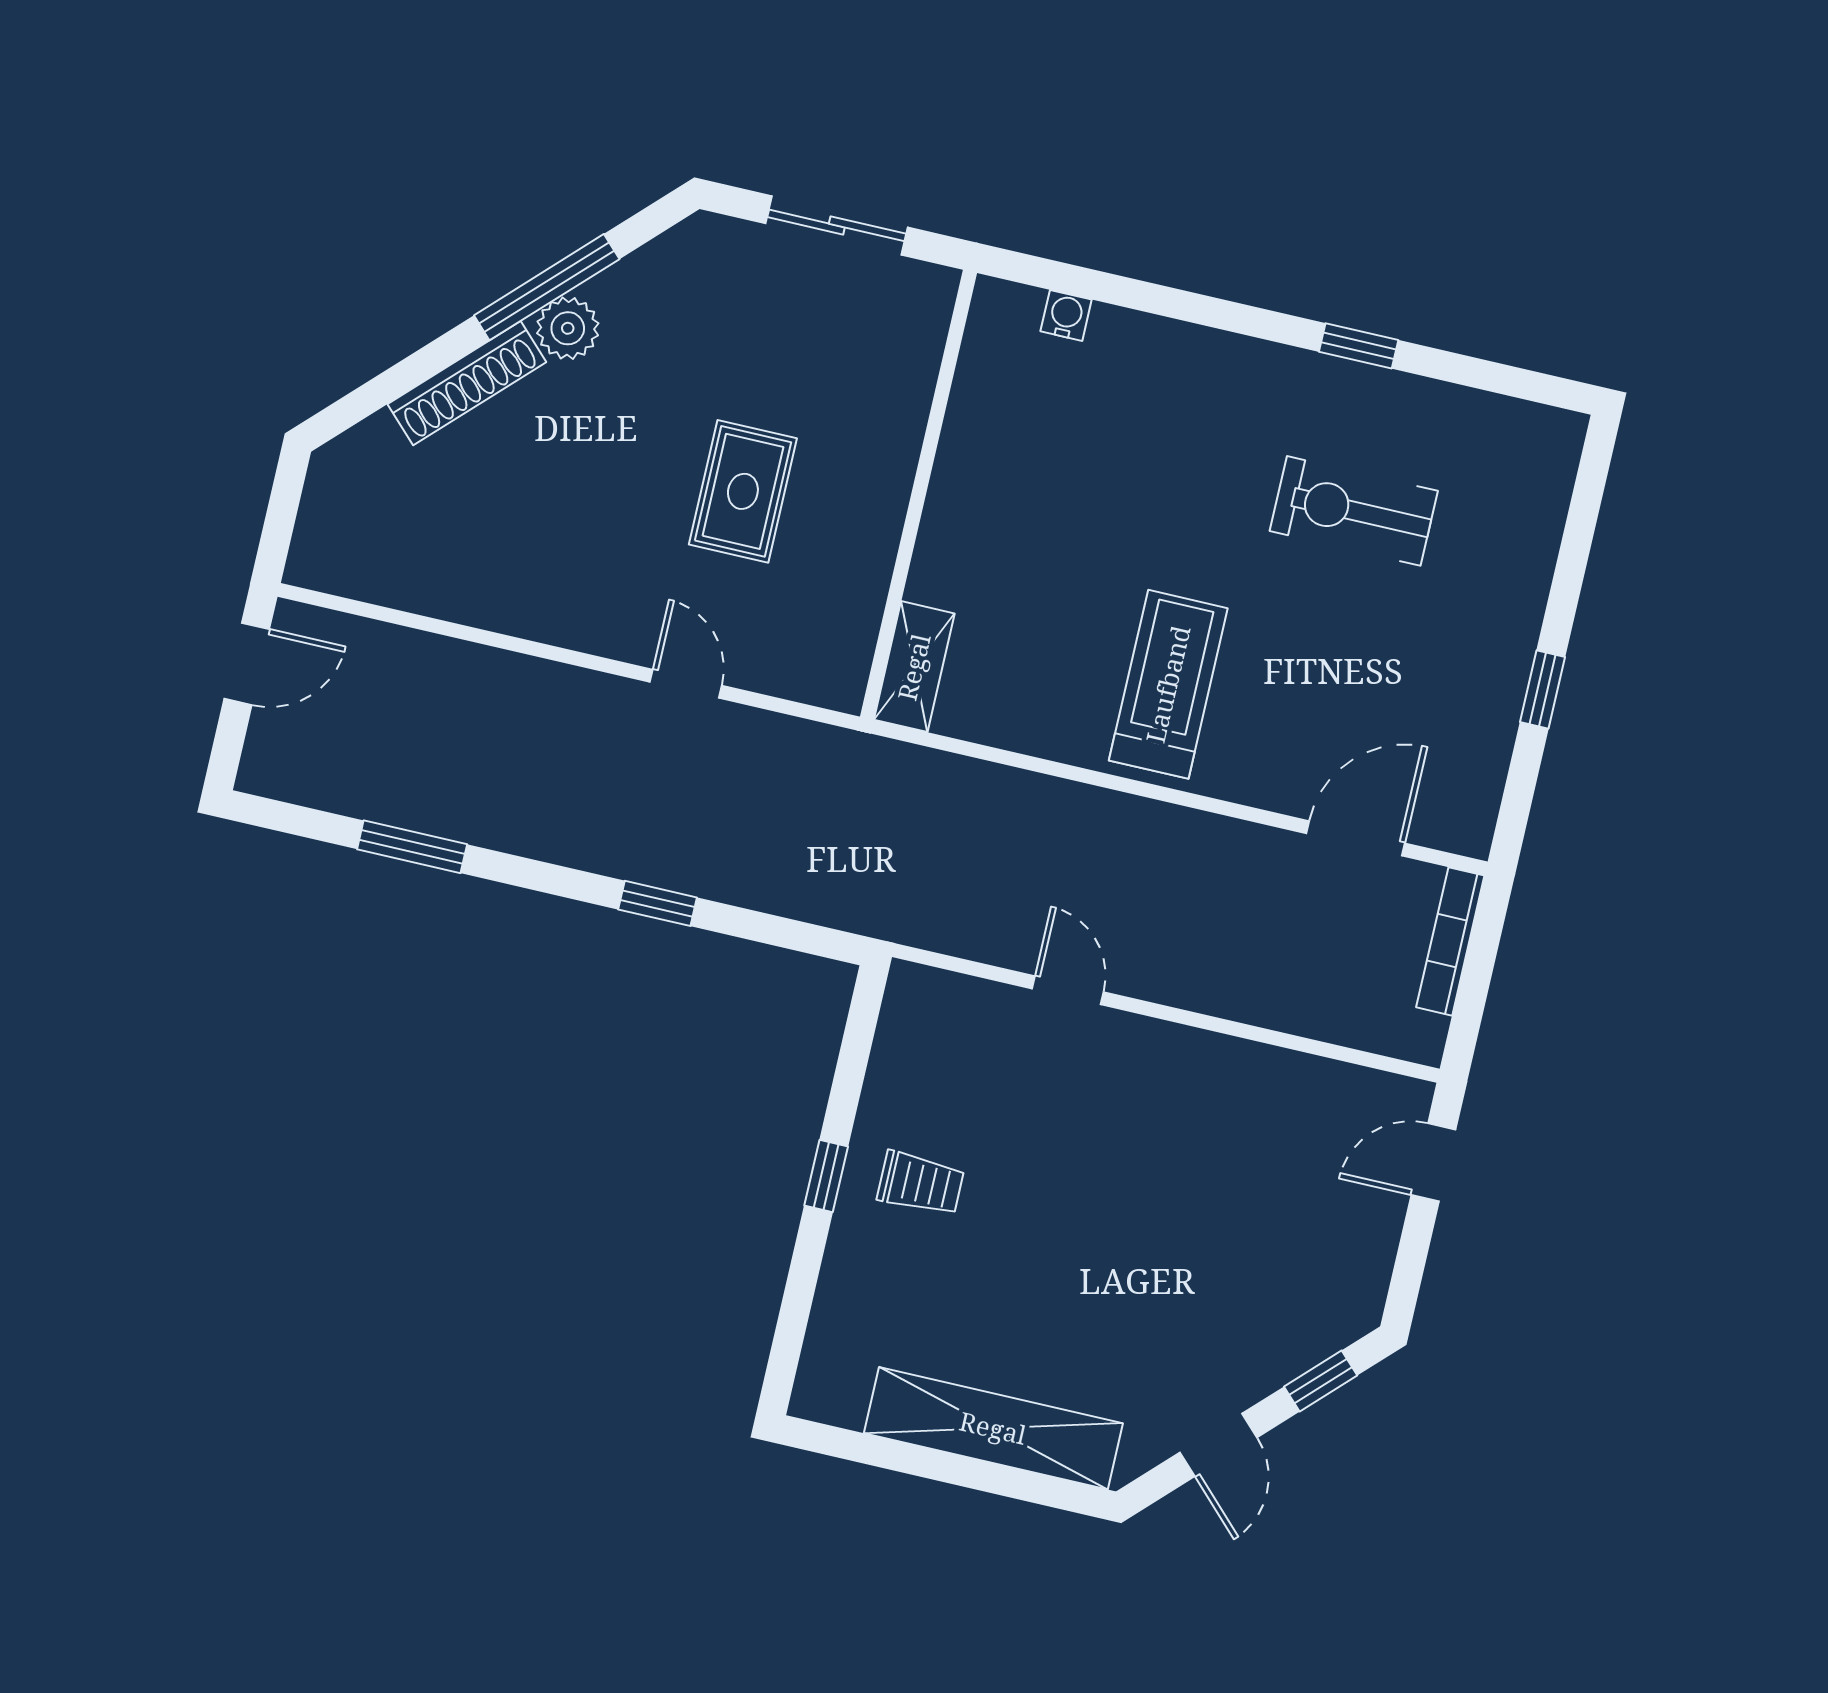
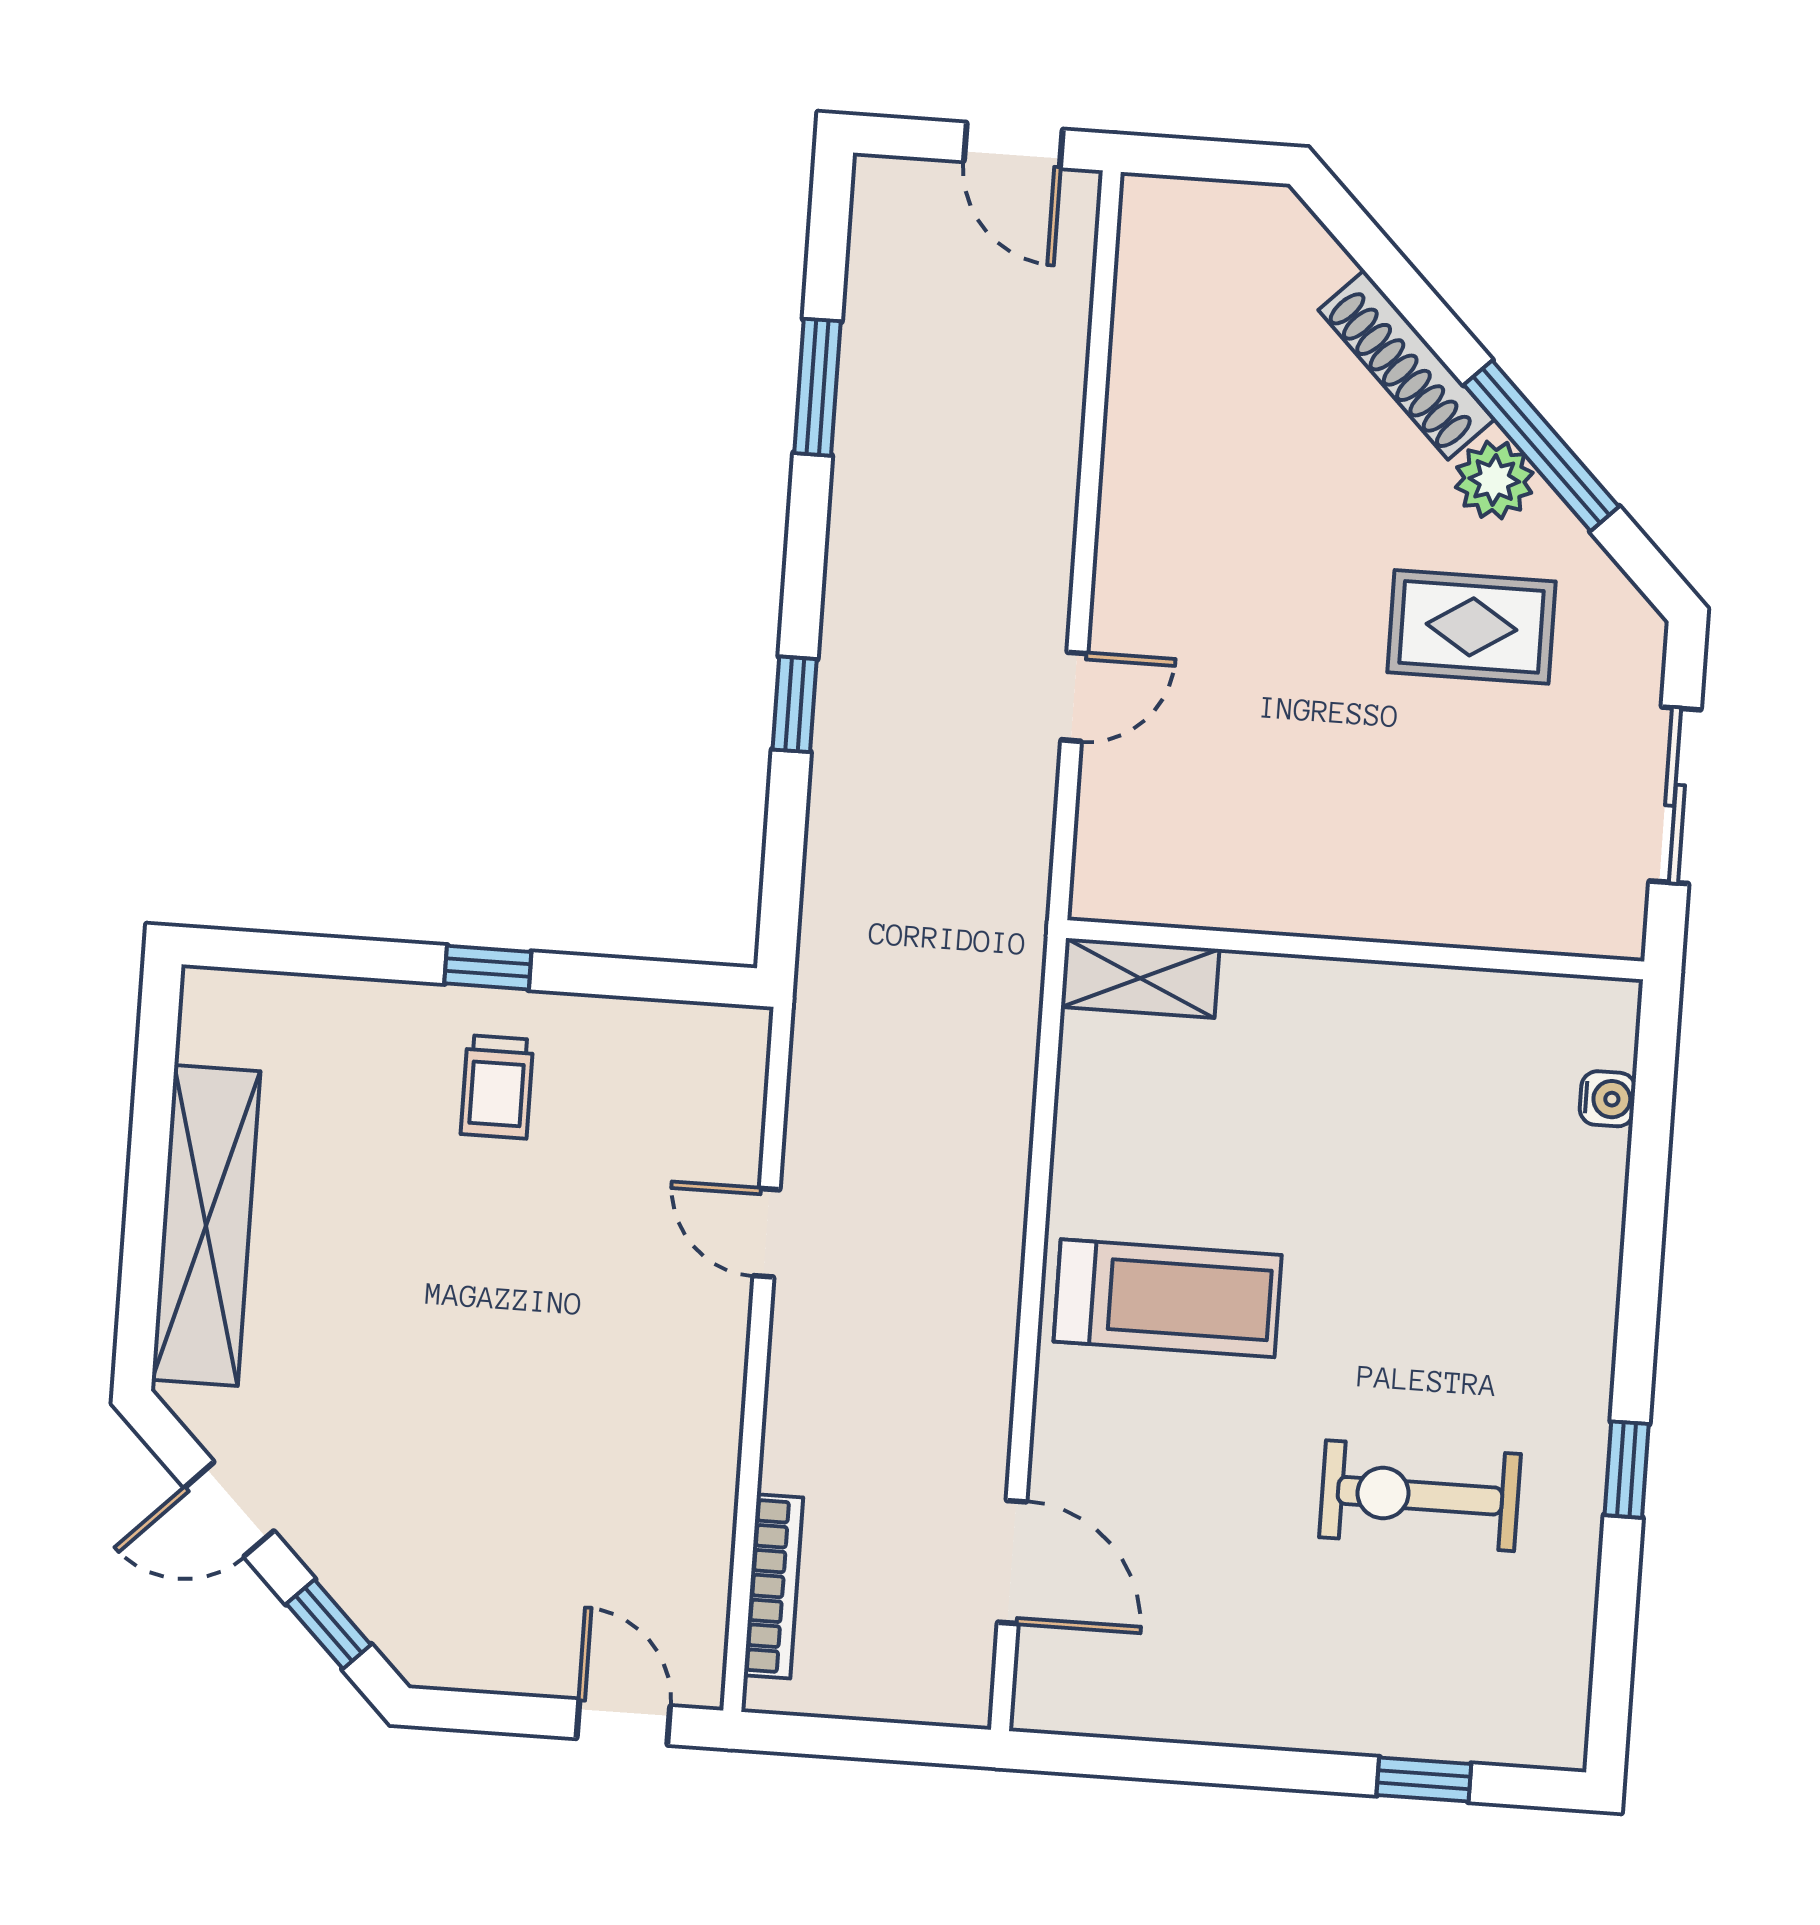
rug: (743, 491) -> (1472, 627), moved
exercise bike: (1354, 511) -> (1420, 1496), turned -90
window: (1543, 689) -> (1424, 1780), moved
bookcase: (1450, 941) -> (773, 1586), moved, turned 90
door: (1068, 990) -> (767, 1233), swing flipped

